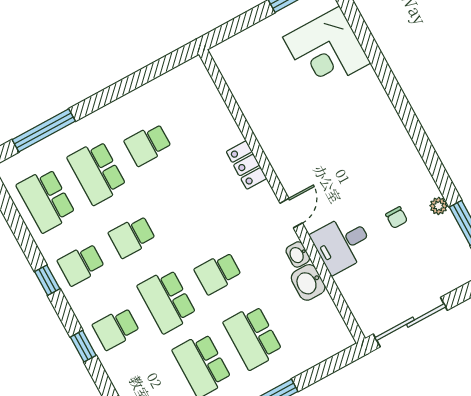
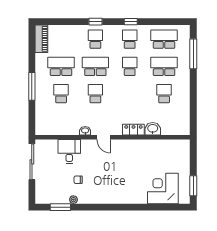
desk: (342, 244) -> (69, 151), moved
washbasin: (308, 282) -> (153, 129), moved
school desk: (253, 337) -> (61, 94), width x0.54

